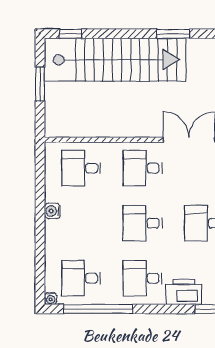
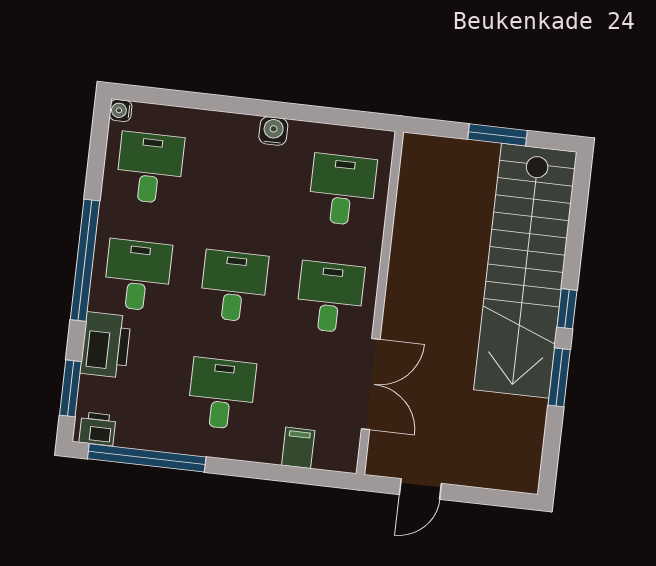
window: (70, 34) -> (567, 309), moved
window: (98, 309) -> (85, 260), moved

